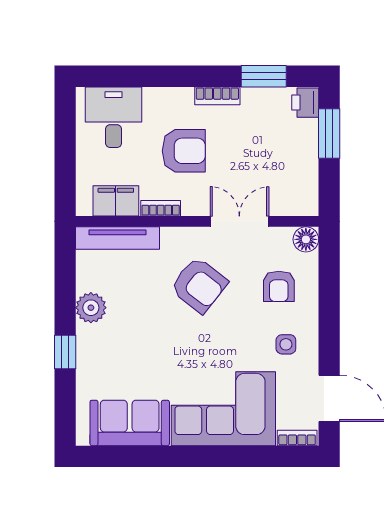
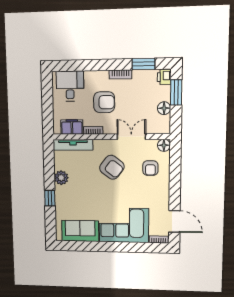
floor lamp: (306, 164) -> (164, 108), added
side table: (286, 344) -> (154, 196), removed

